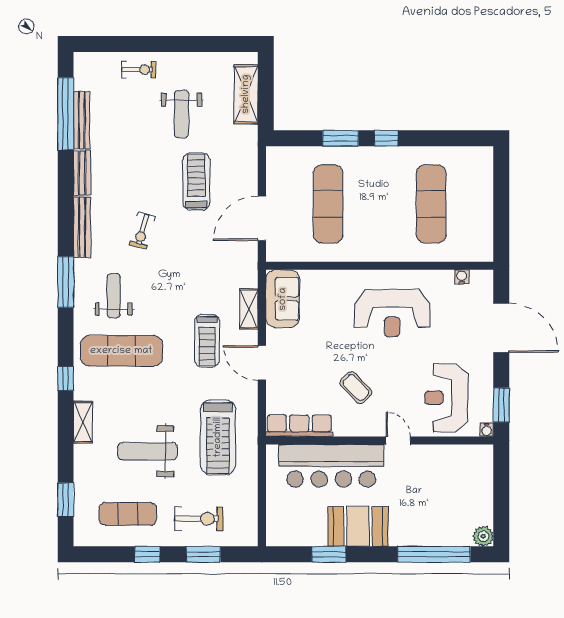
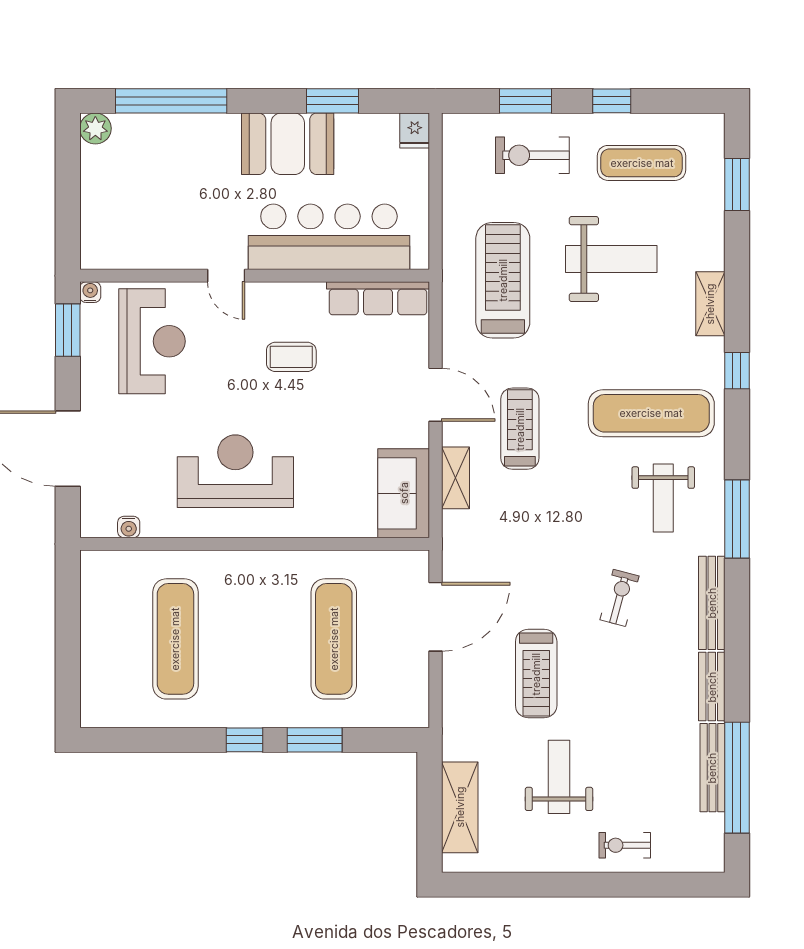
coffee table: (356, 388) -> (291, 357), turned -46
fridge: (275, 535) -> (415, 131), added

